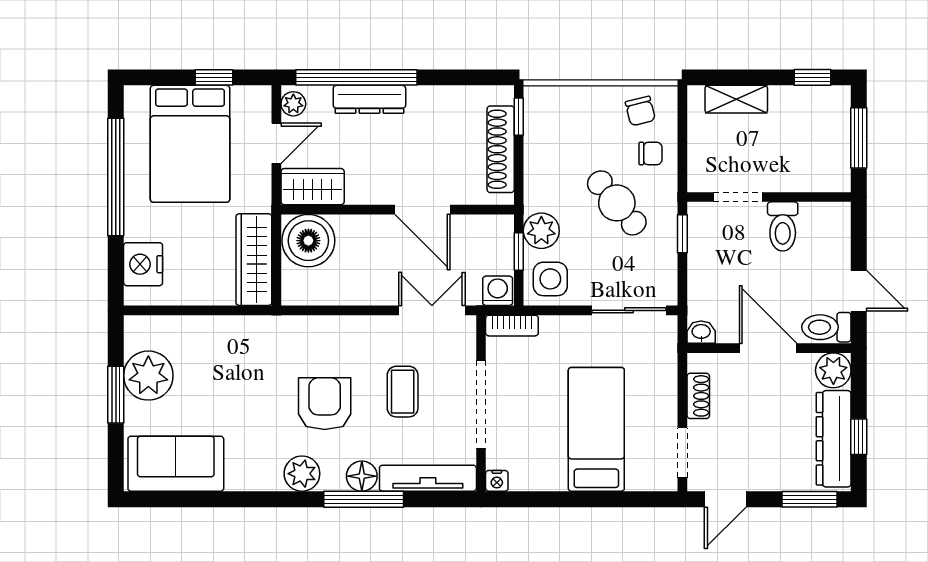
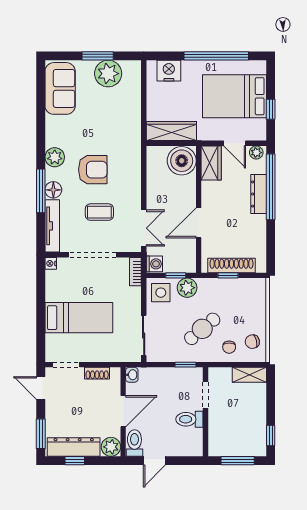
shelving: (736, 99) -> (249, 375), moved, turned 90
window: (519, 117) -> (228, 275), moved

